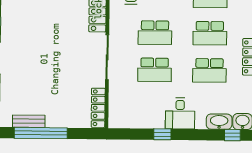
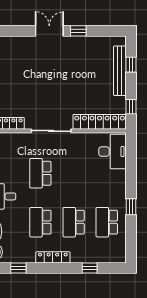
school desk: (155, 33) -> (74, 173), removed

